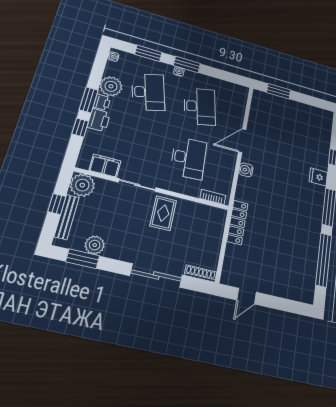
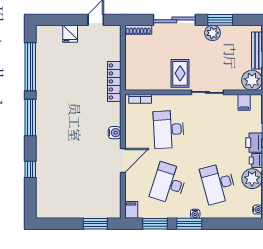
window: (148, 53) -> (155, 224), moved
filing cabinet: (242, 93) -> (131, 210), added
desk: (200, 106) -> (169, 183), turned 30
filing cabinet: (105, 166) -> (244, 102), width x0.50
fridge: (318, 177) -> (70, 34), moved, turned 90
plant: (95, 245) -> (213, 33), moved
window: (83, 259) -> (220, 20), moved

